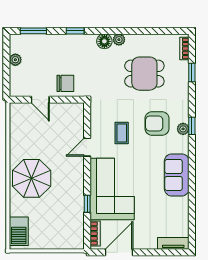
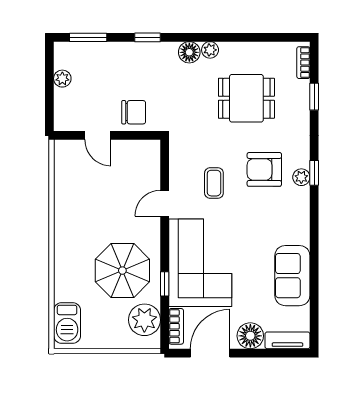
sofa: (177, 175) -> (292, 276), moved
parasol: (32, 178) -> (122, 271), moved
plant: (73, 229) -> (144, 320), added
floor lamp: (147, 240) -> (250, 336), added

